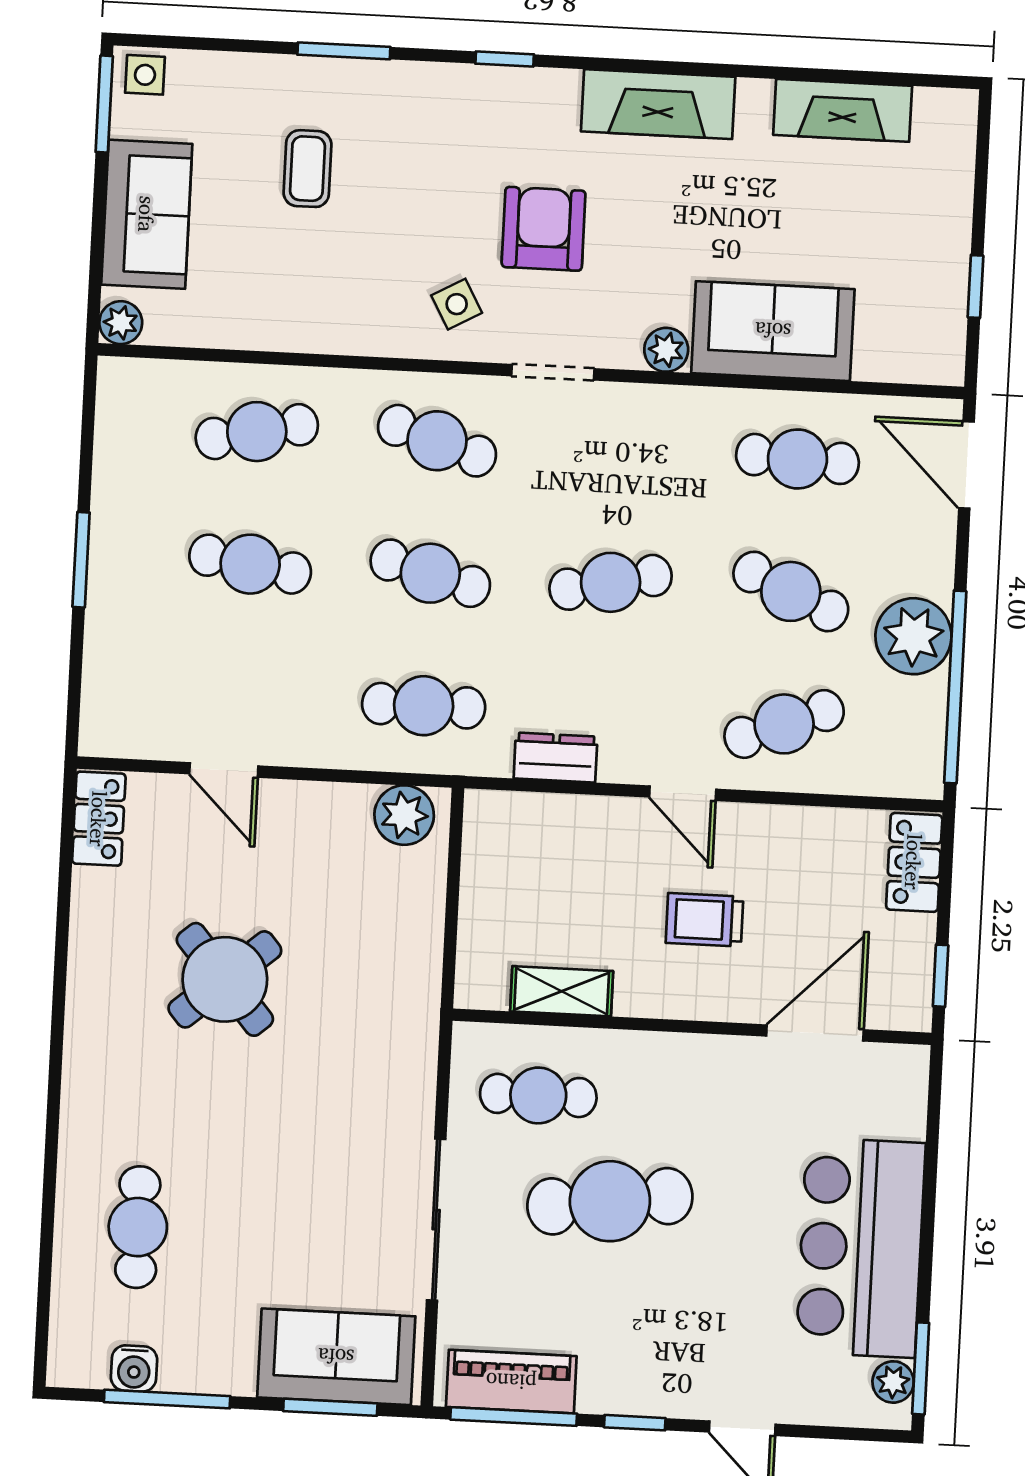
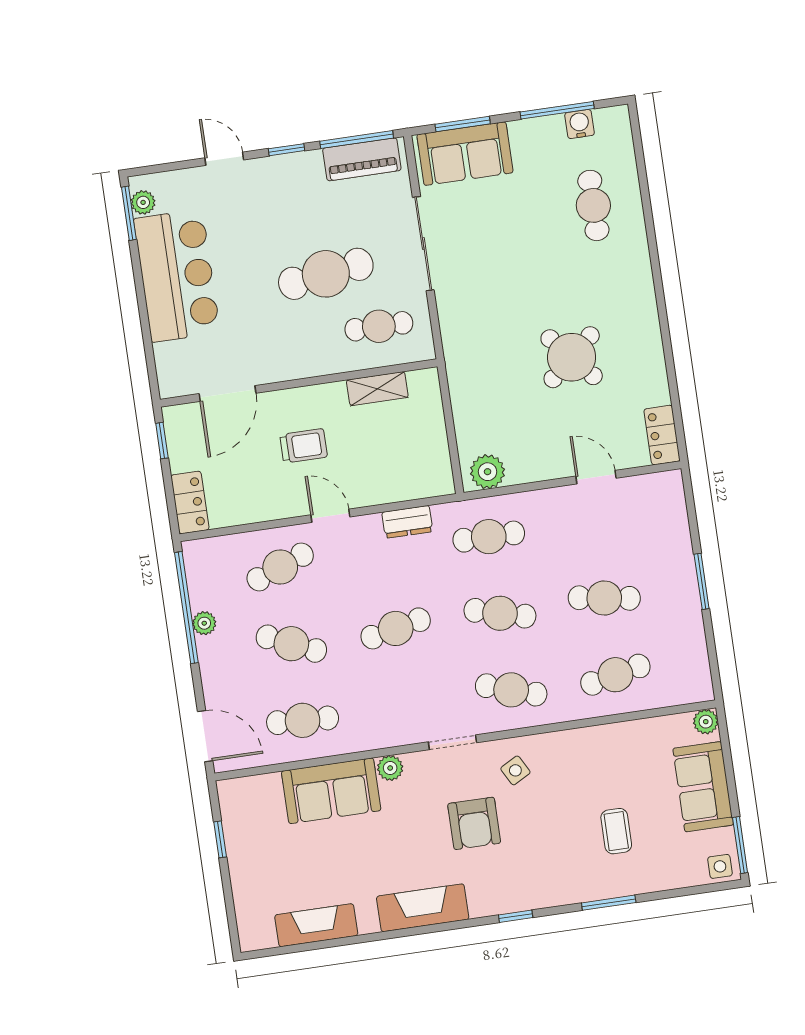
plant: (913, 636) -> (204, 623), width x0.53, depth x0.53

